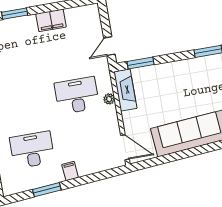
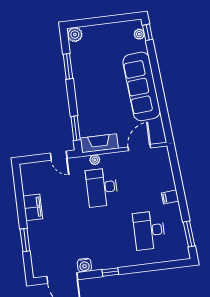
plant: (109, 99) -> (95, 160), moved
door: (125, 147) -> (139, 147), moved
window: (47, 190) -> (189, 234), moved

